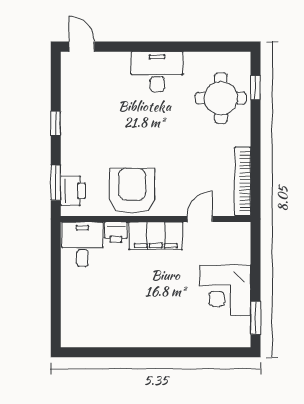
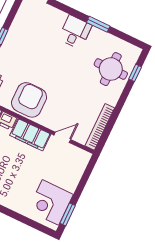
window: (176, 47) -> (98, 24), added
desk: (157, 72) -> (75, 32), width x0.73
corner desk: (225, 290) -> (50, 202), moved

